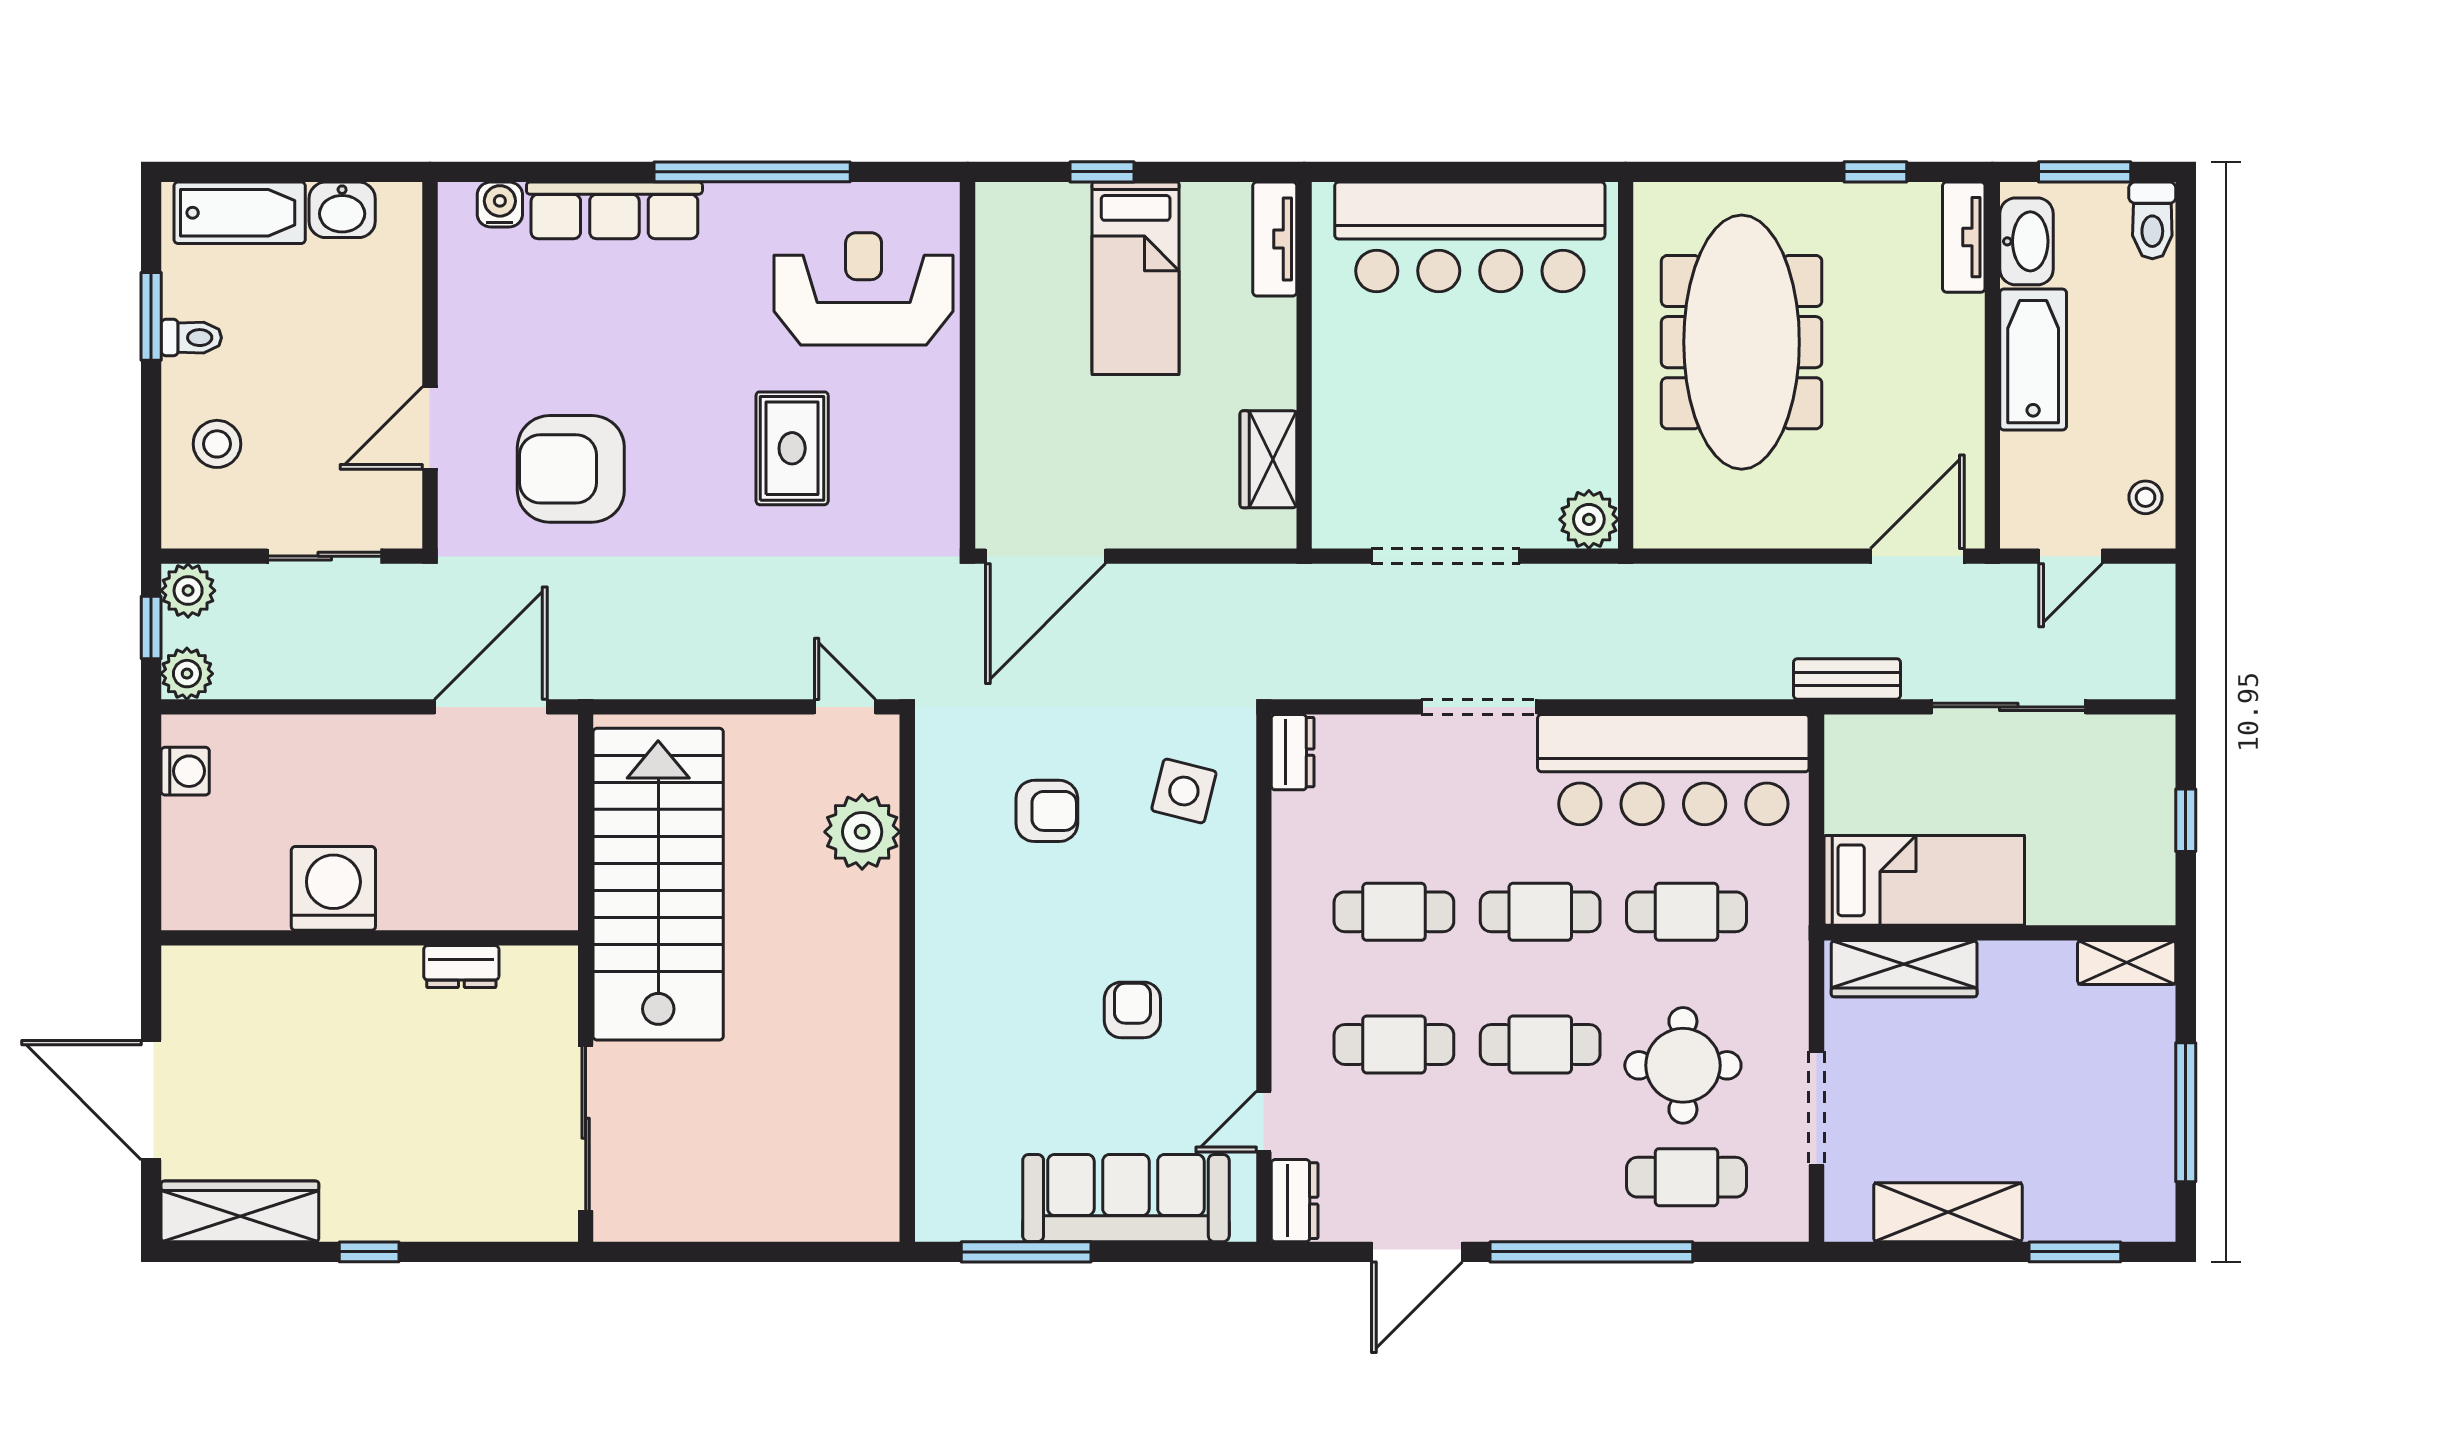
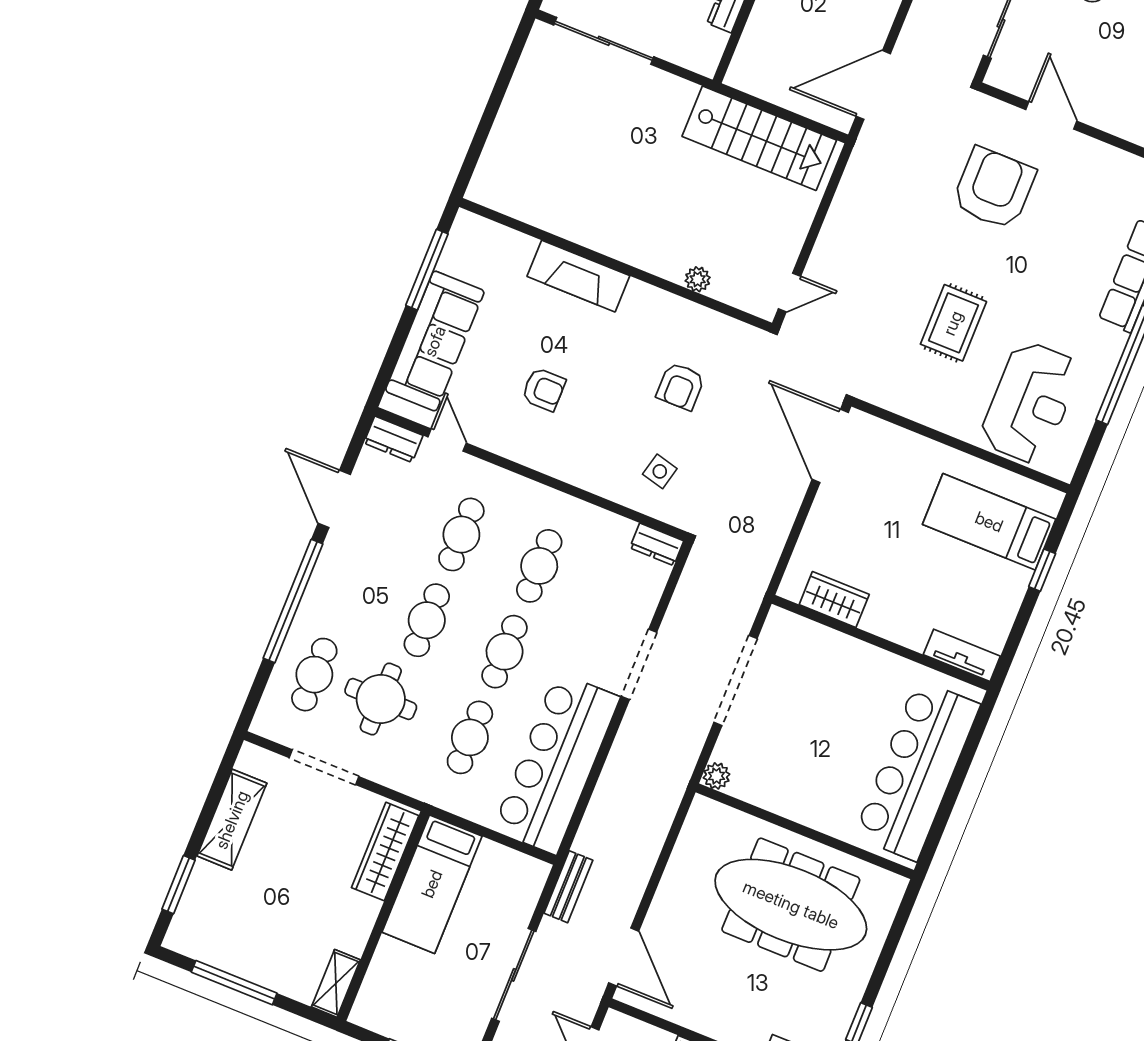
bed: (1136, 278) -> (989, 522), moved
rug: (792, 448) -> (953, 323), turned 90
plant: (1589, 519) -> (716, 776), width x0.73, depth x0.73
door: (491, 707) -> (873, 85), swing flipped
side table: (1184, 791) -> (660, 471), width x0.73, depth x0.73
plant: (862, 832) -> (698, 279), width x0.53, depth x0.53
stairs: (658, 884) -> (759, 138), width x0.73, depth x0.66
fireplace: (946, 1026) -> (578, 276), added

